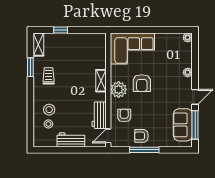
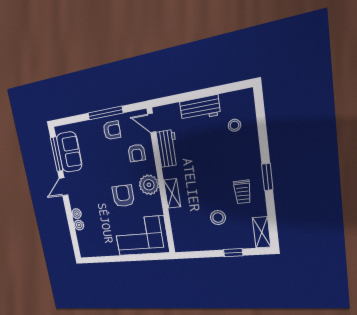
plant: (188, 38) -> (79, 225), moved
window: (30, 67) -> (267, 177), moved
stool: (49, 110) -> (218, 217), moved
door: (108, 136) -> (152, 123), swing flipped

